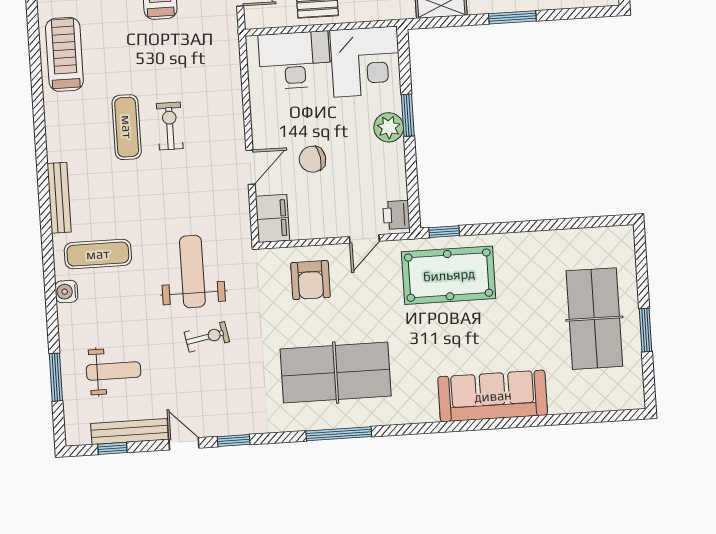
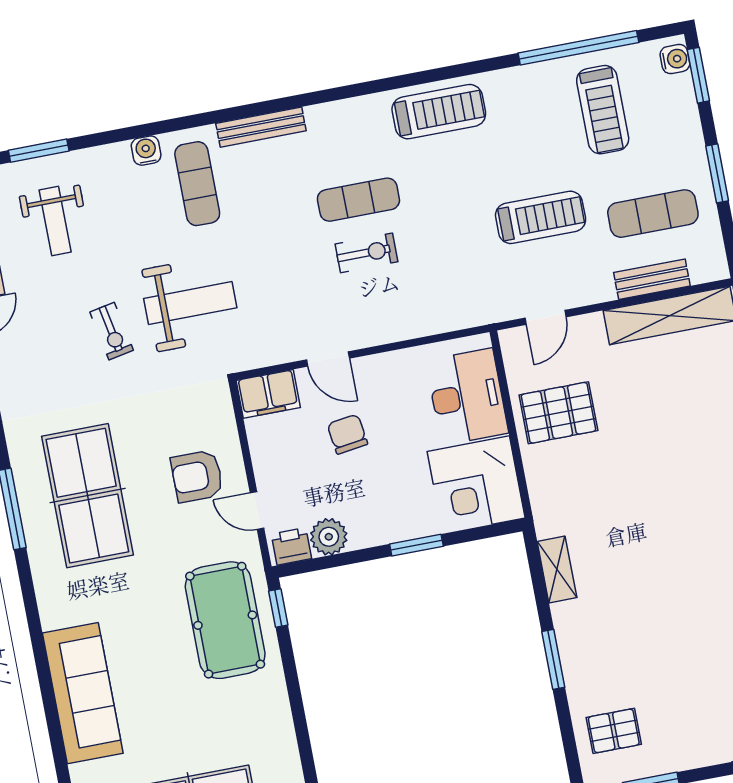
plant: (389, 127) -> (329, 537), moved
armchair: (310, 280) -> (197, 476), moved

